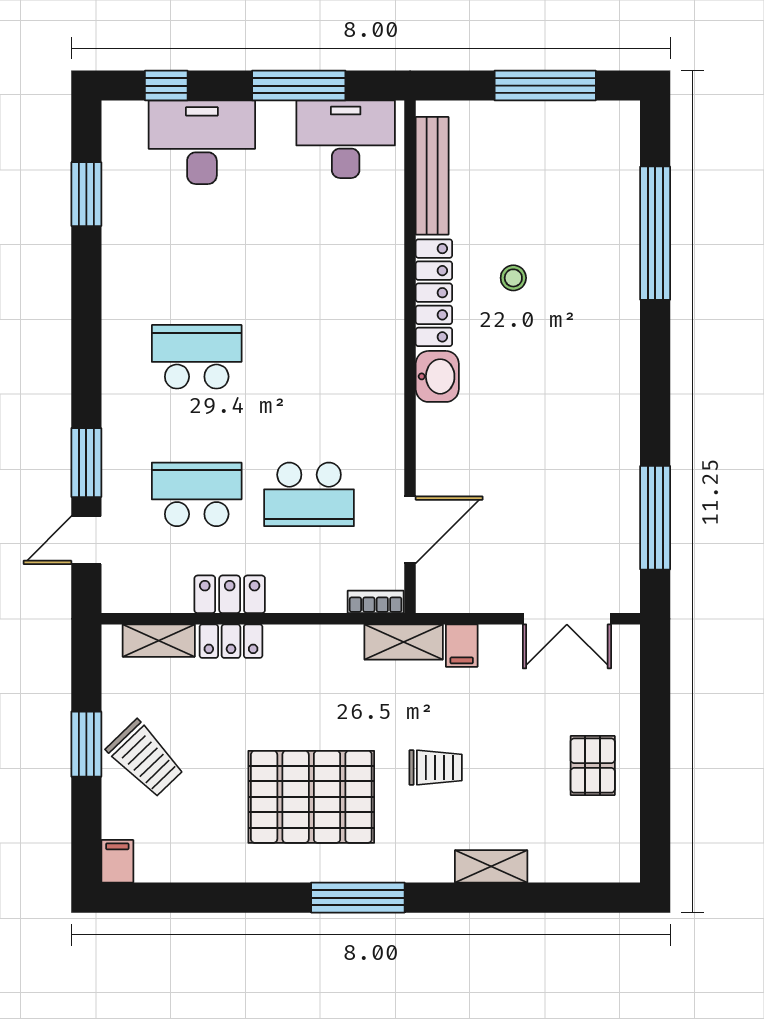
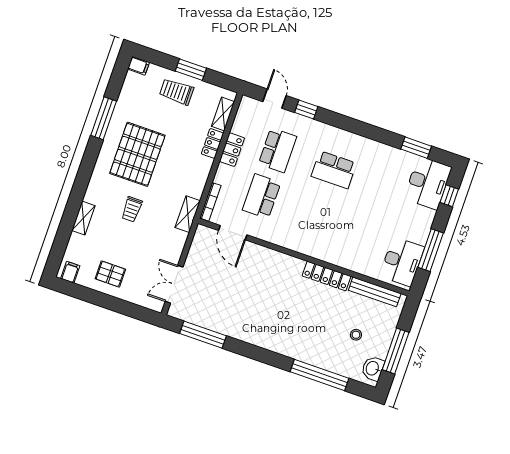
desk: (202, 142) -> (428, 183), moved
stool: (513, 278) -> (356, 335), moved
school desk: (197, 357) -> (334, 170), turned 90
washbasin: (437, 376) -> (373, 368), moved, turned 90
window: (86, 463) -> (306, 110), width x0.67
bookcase: (376, 602) -> (210, 202), width x1.56
filing cabinet: (462, 646) -> (70, 272), moved, turned 90
trolley: (145, 759) -> (177, 92), turned 44
window: (358, 898) -> (104, 118), moved

